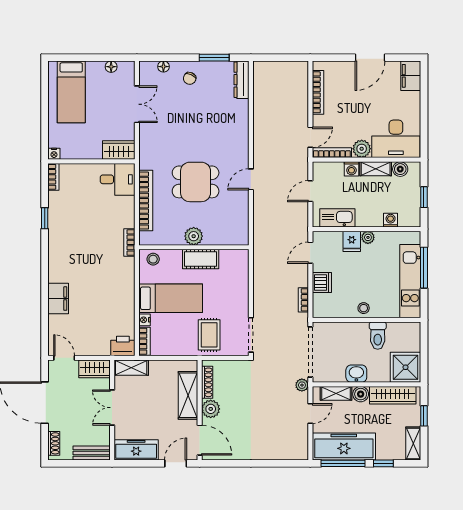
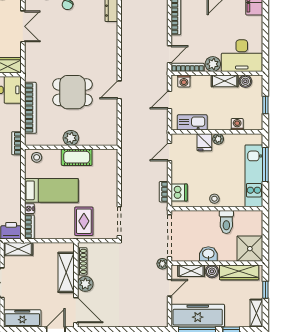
washing machine: (351, 169) -> (184, 81), moved
dishwasher: (322, 283) -> (179, 192), moved

